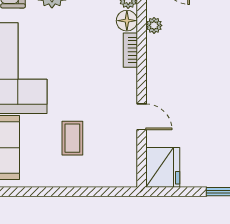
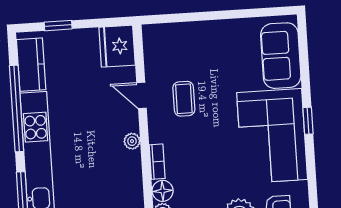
plant: (154, 25) -> (132, 141), moved
coffee table: (72, 138) -> (184, 99), moved

